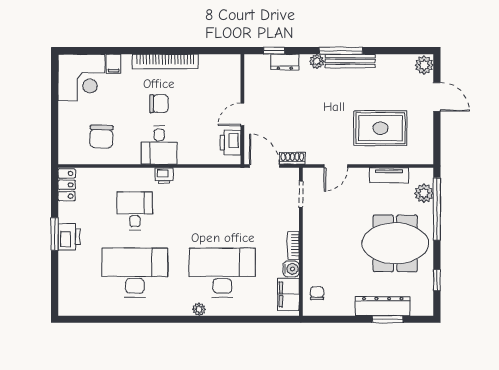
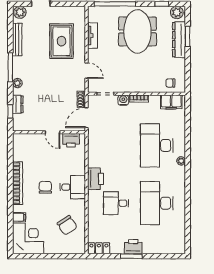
bench: (350, 61) -> (17, 40), moved
chair: (101, 137) -> (67, 225), turned 55
printer: (164, 176) -> (95, 179), width x1.87, depth x1.48
plant: (424, 193) -> (177, 12), moved
water cooler: (291, 269) -> (123, 100), moved

